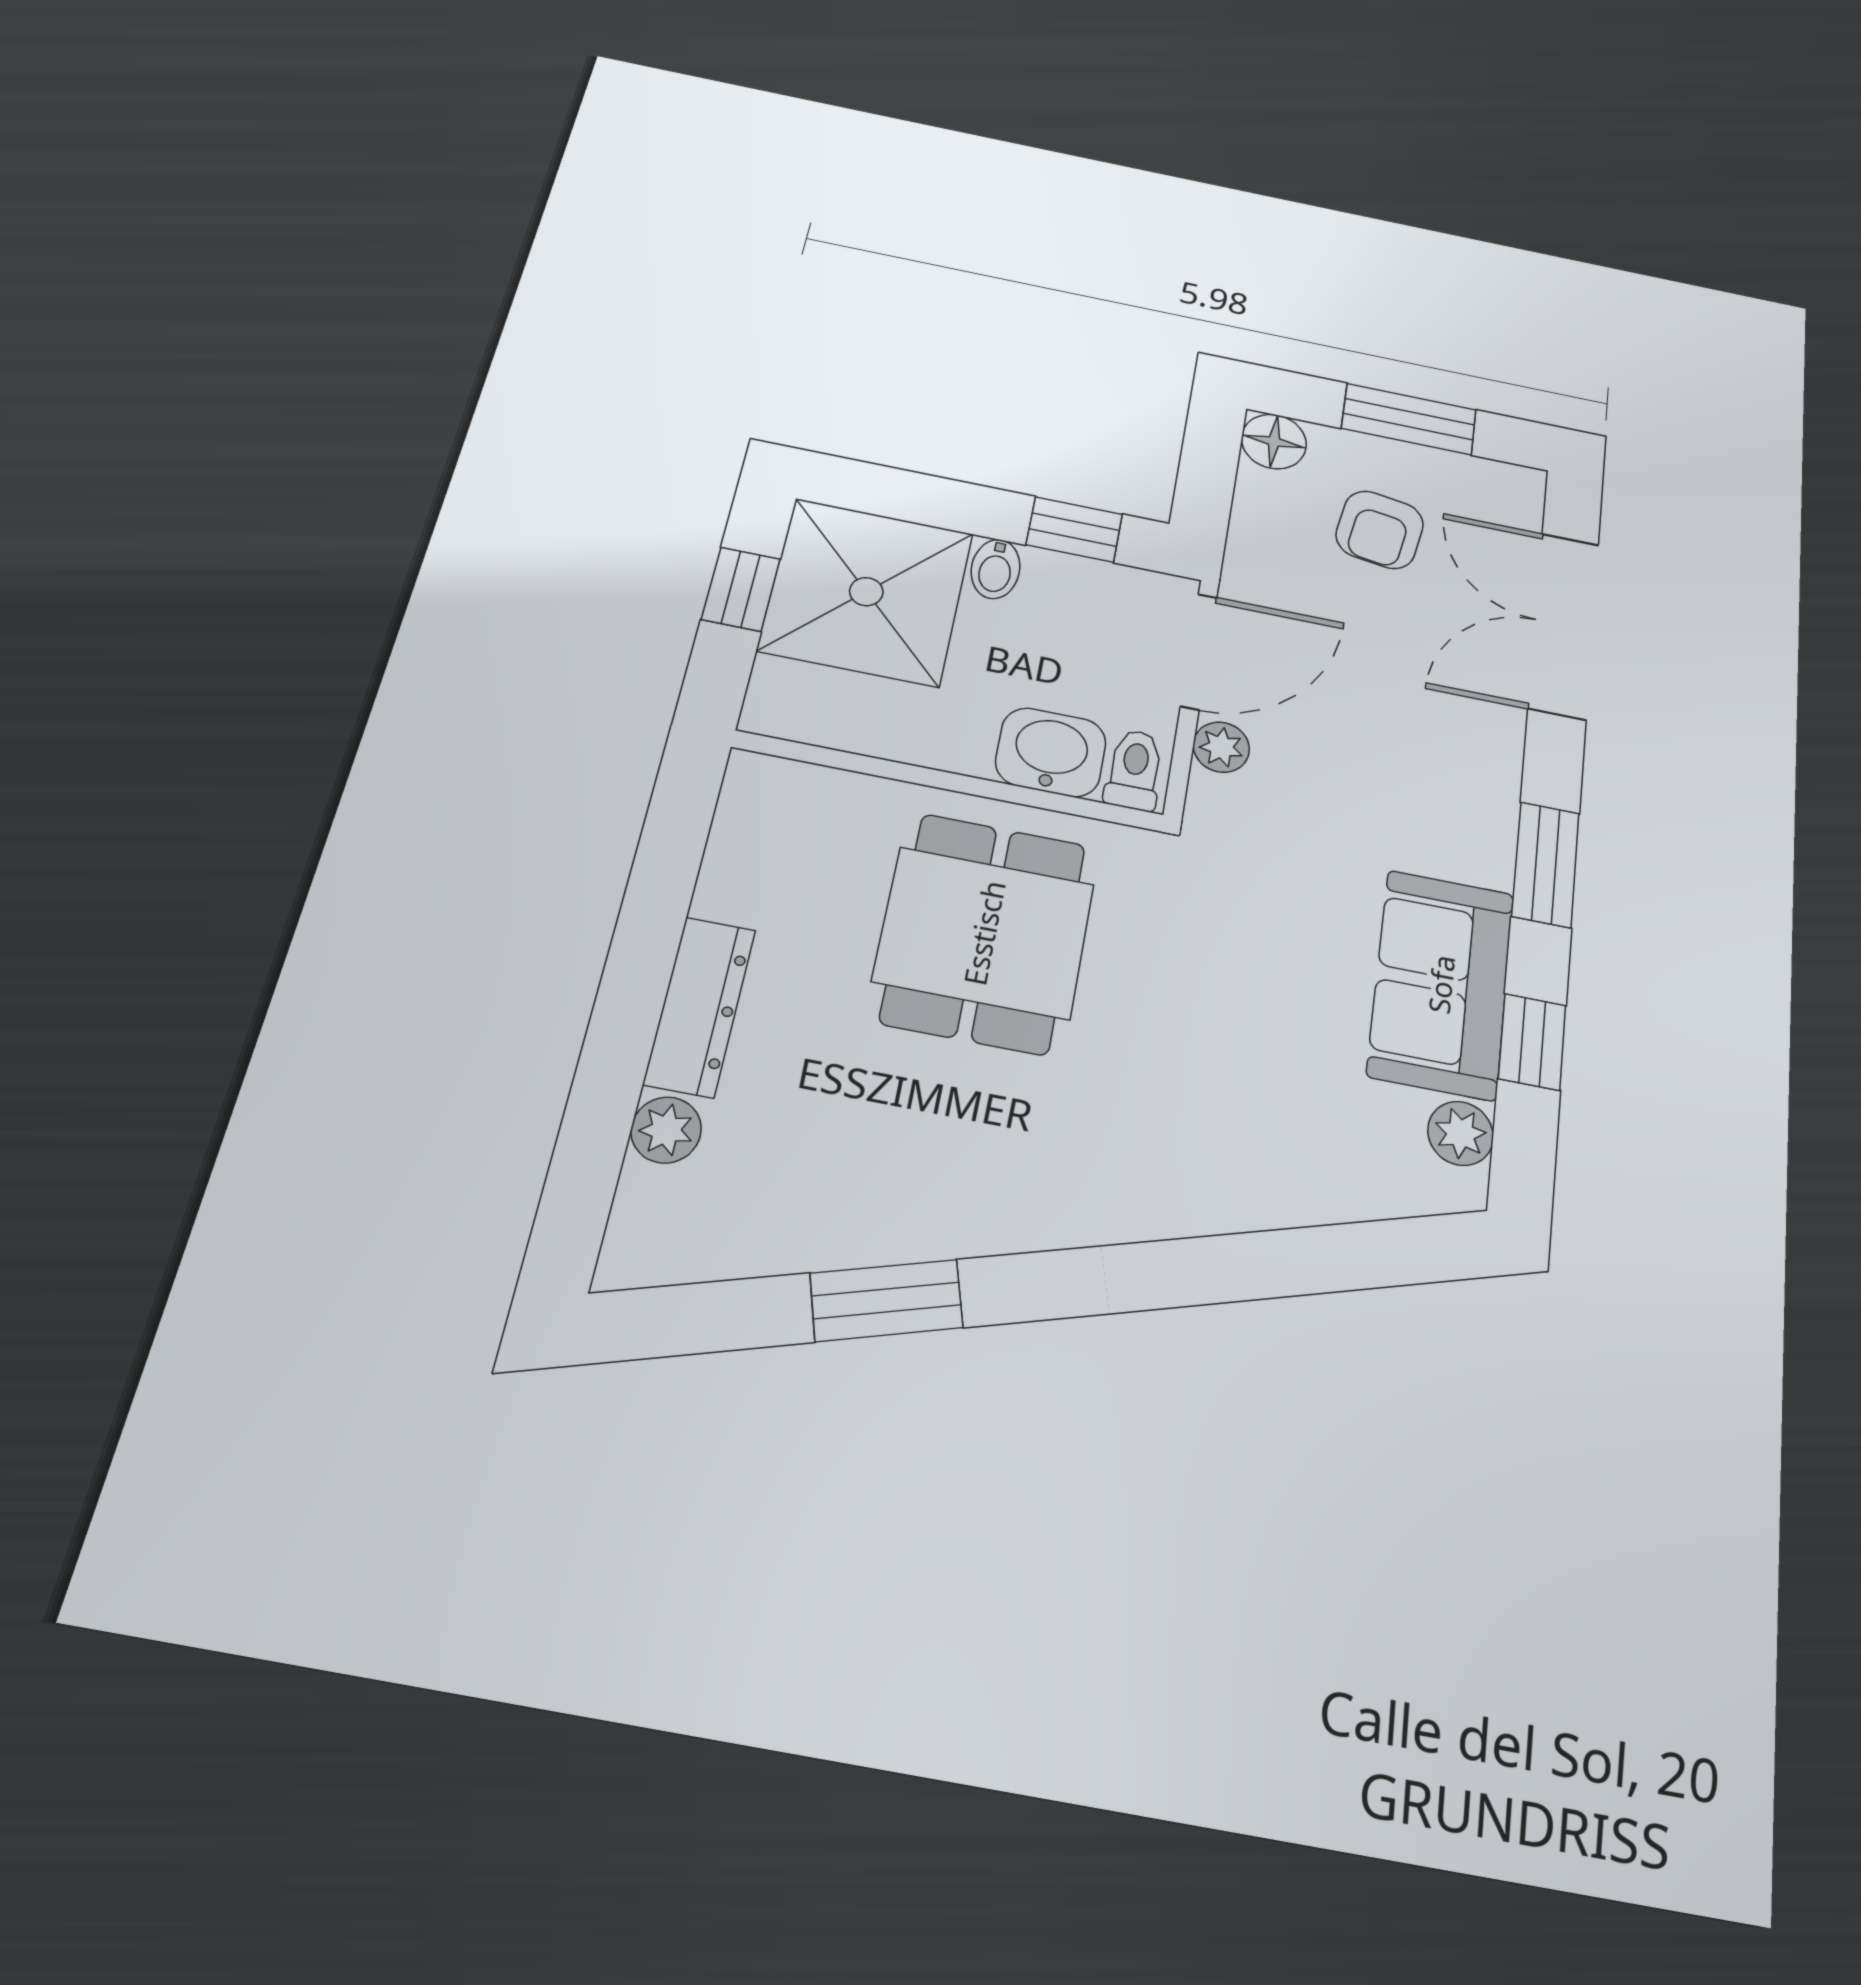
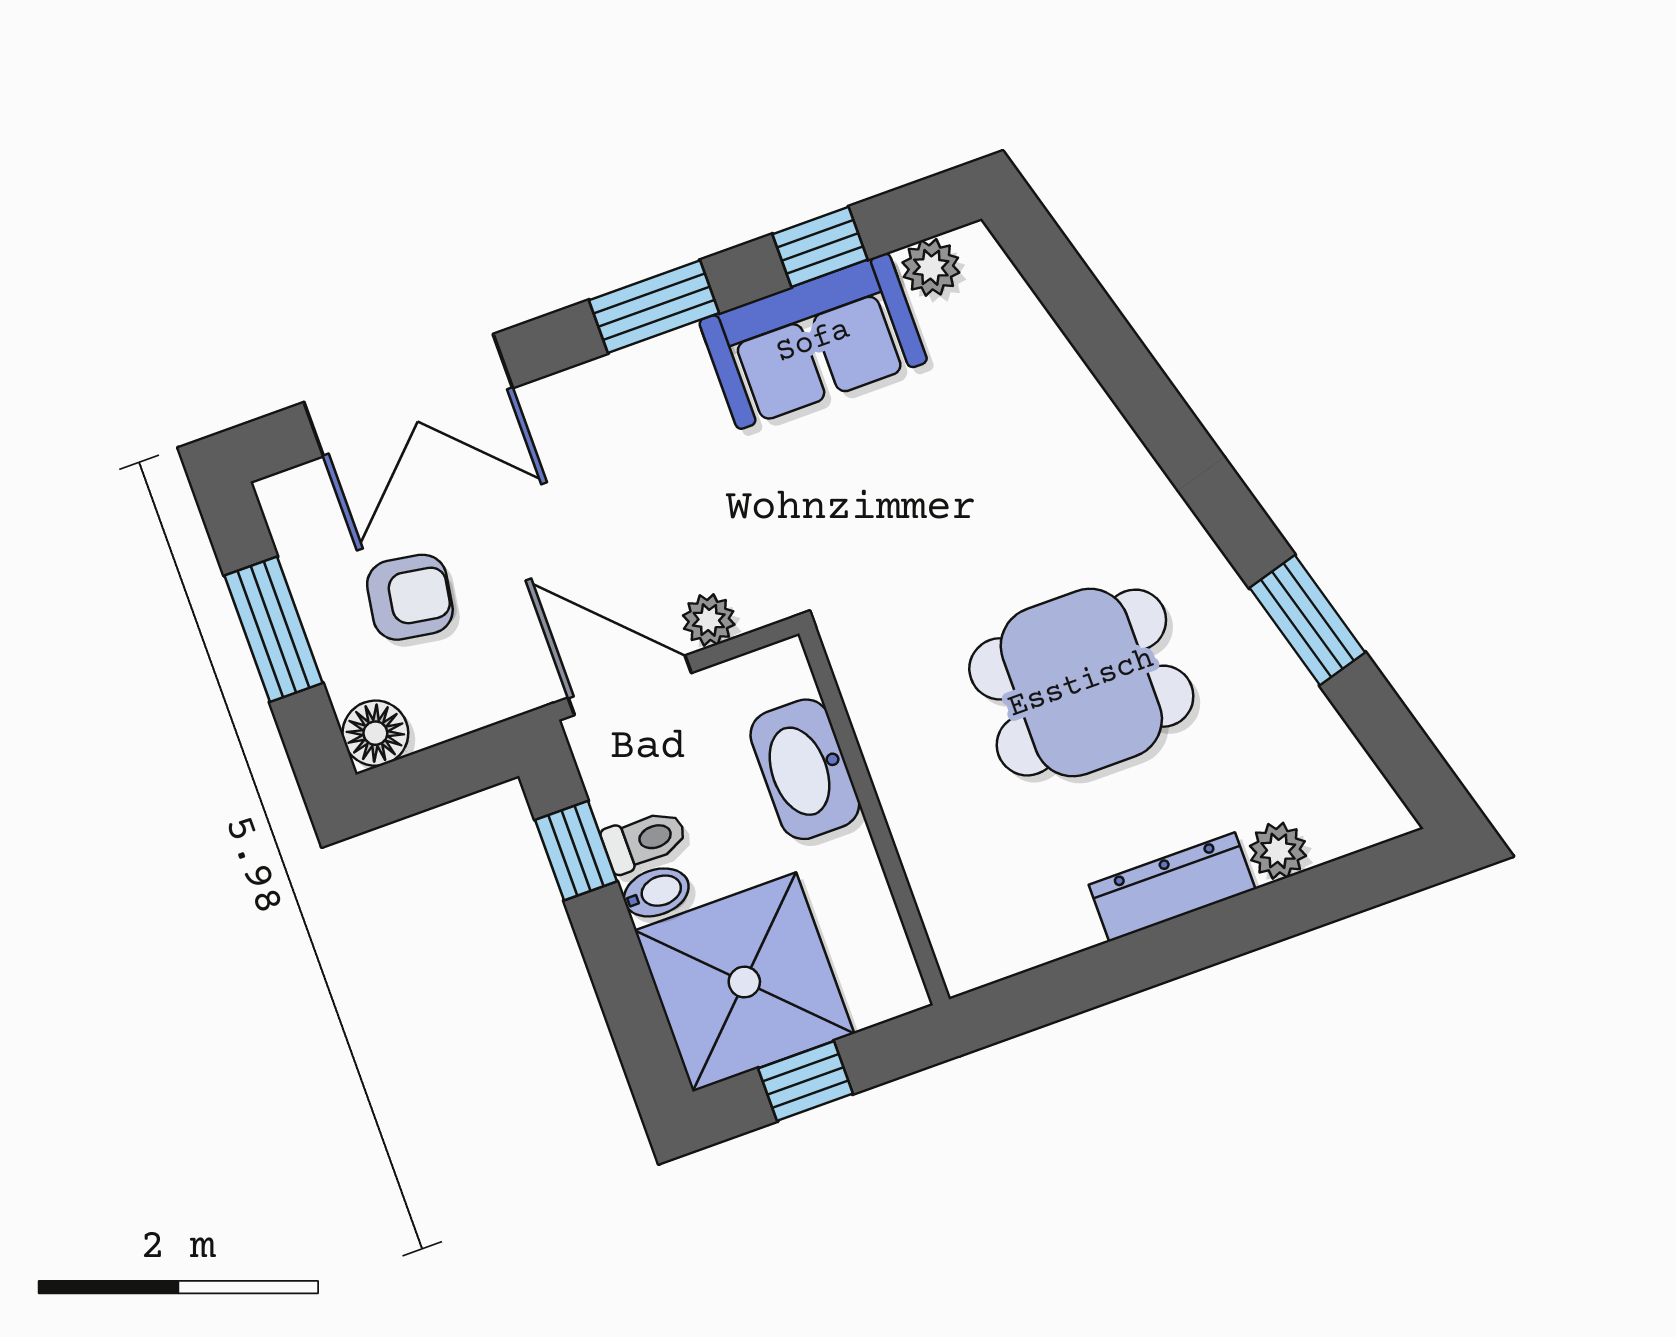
washbasin: (1051, 752) -> (805, 769), width x1.38
toilet: (1134, 770) -> (645, 841), moved, turned 180
dining table: (984, 933) -> (1081, 683), moved

